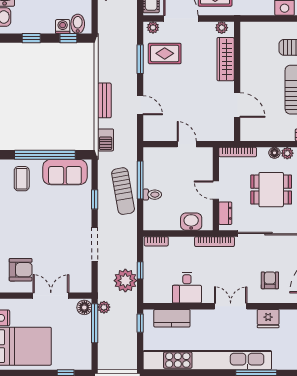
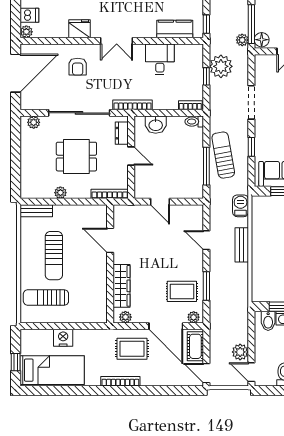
floor lamp: (274, 153) -> (73, 193), removed
toilet: (152, 195) -> (194, 122), moved

